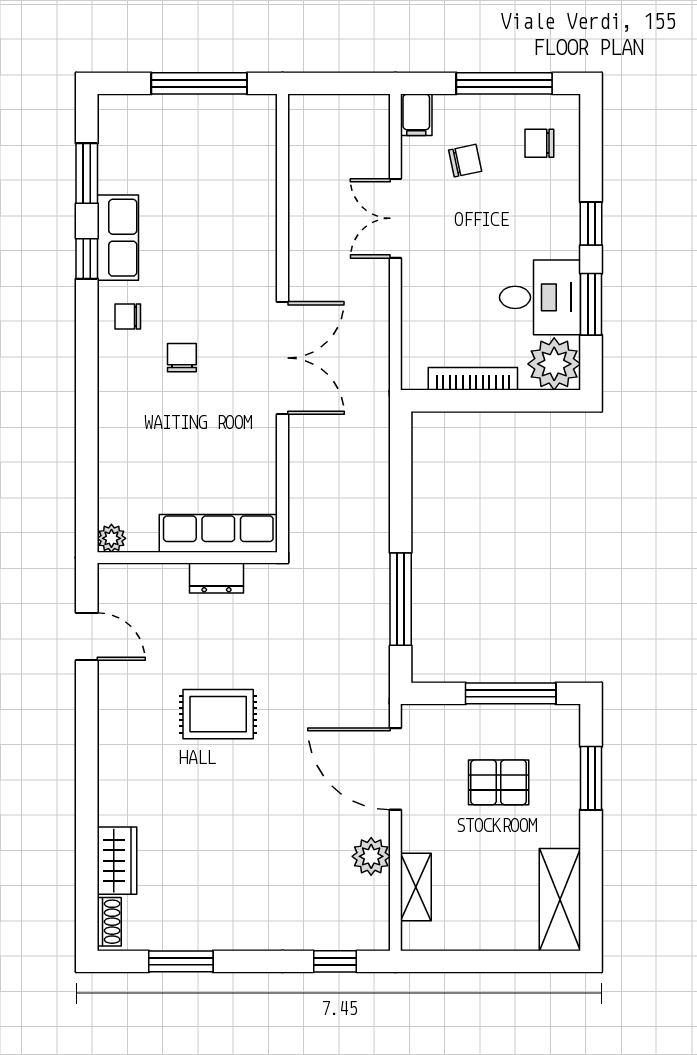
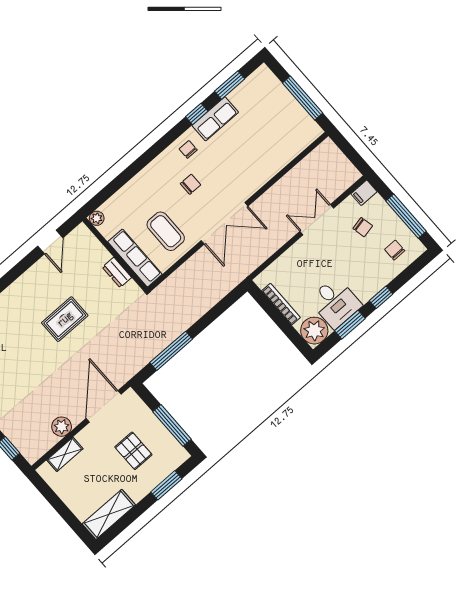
coffee table: (219, 454) -> (166, 231), added
rug: (218, 714) -> (65, 319), turned 90

